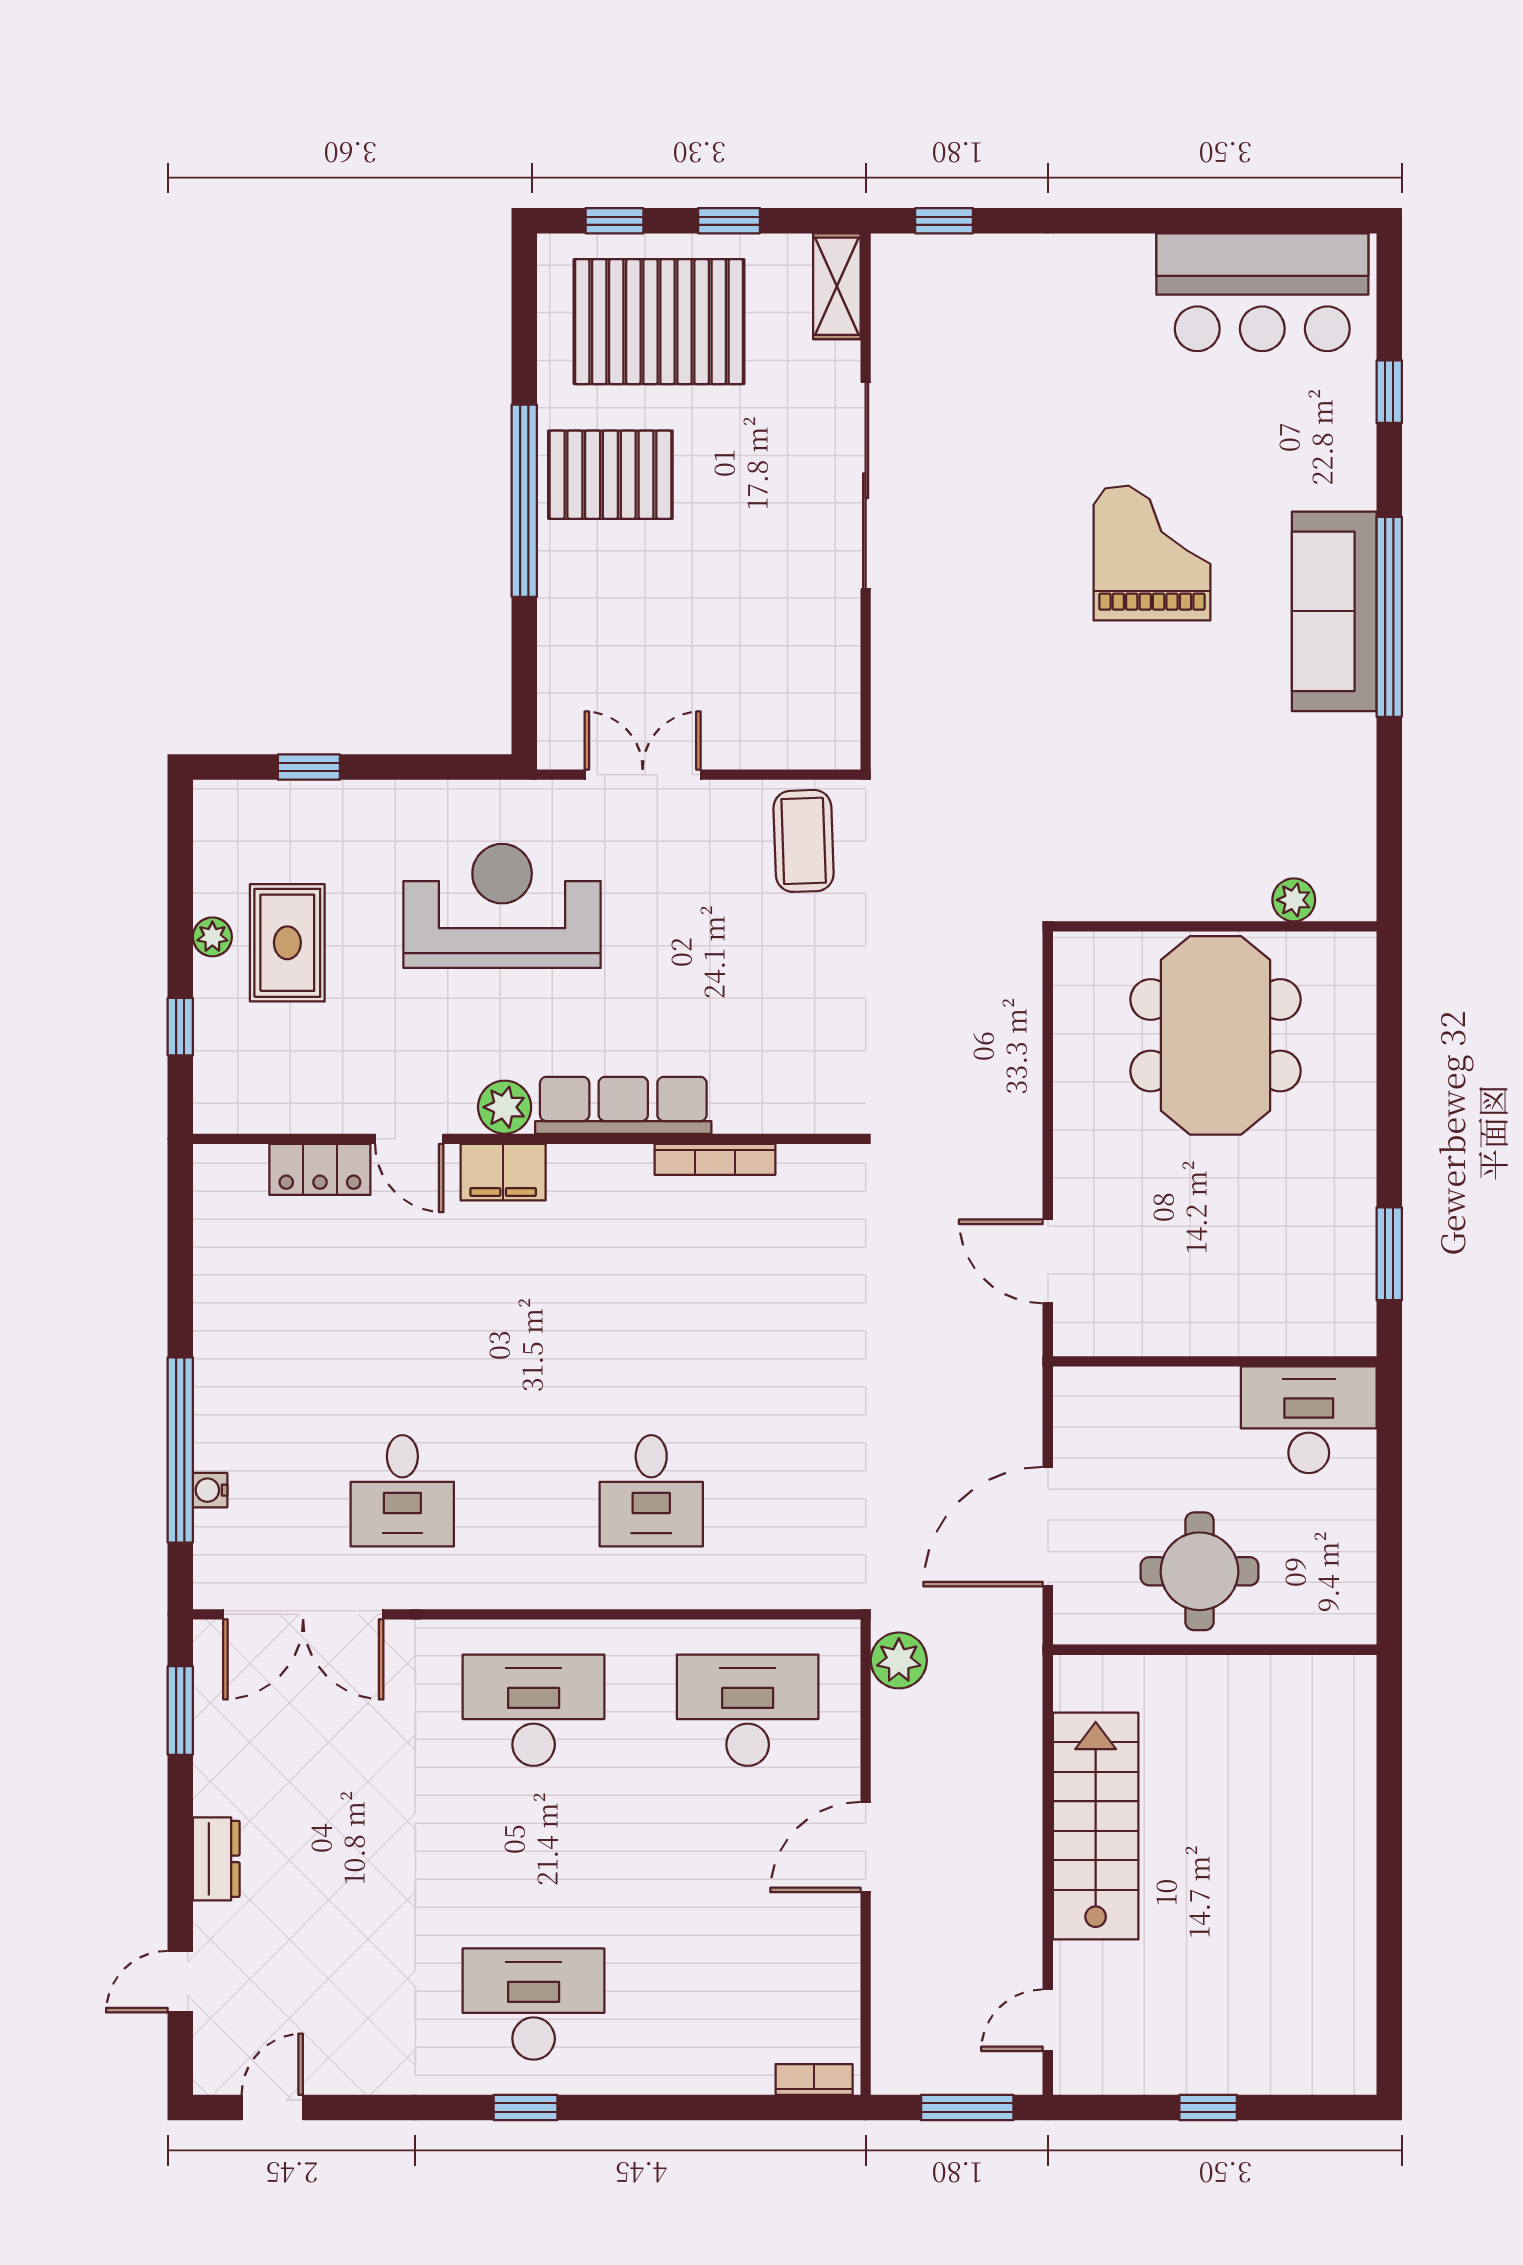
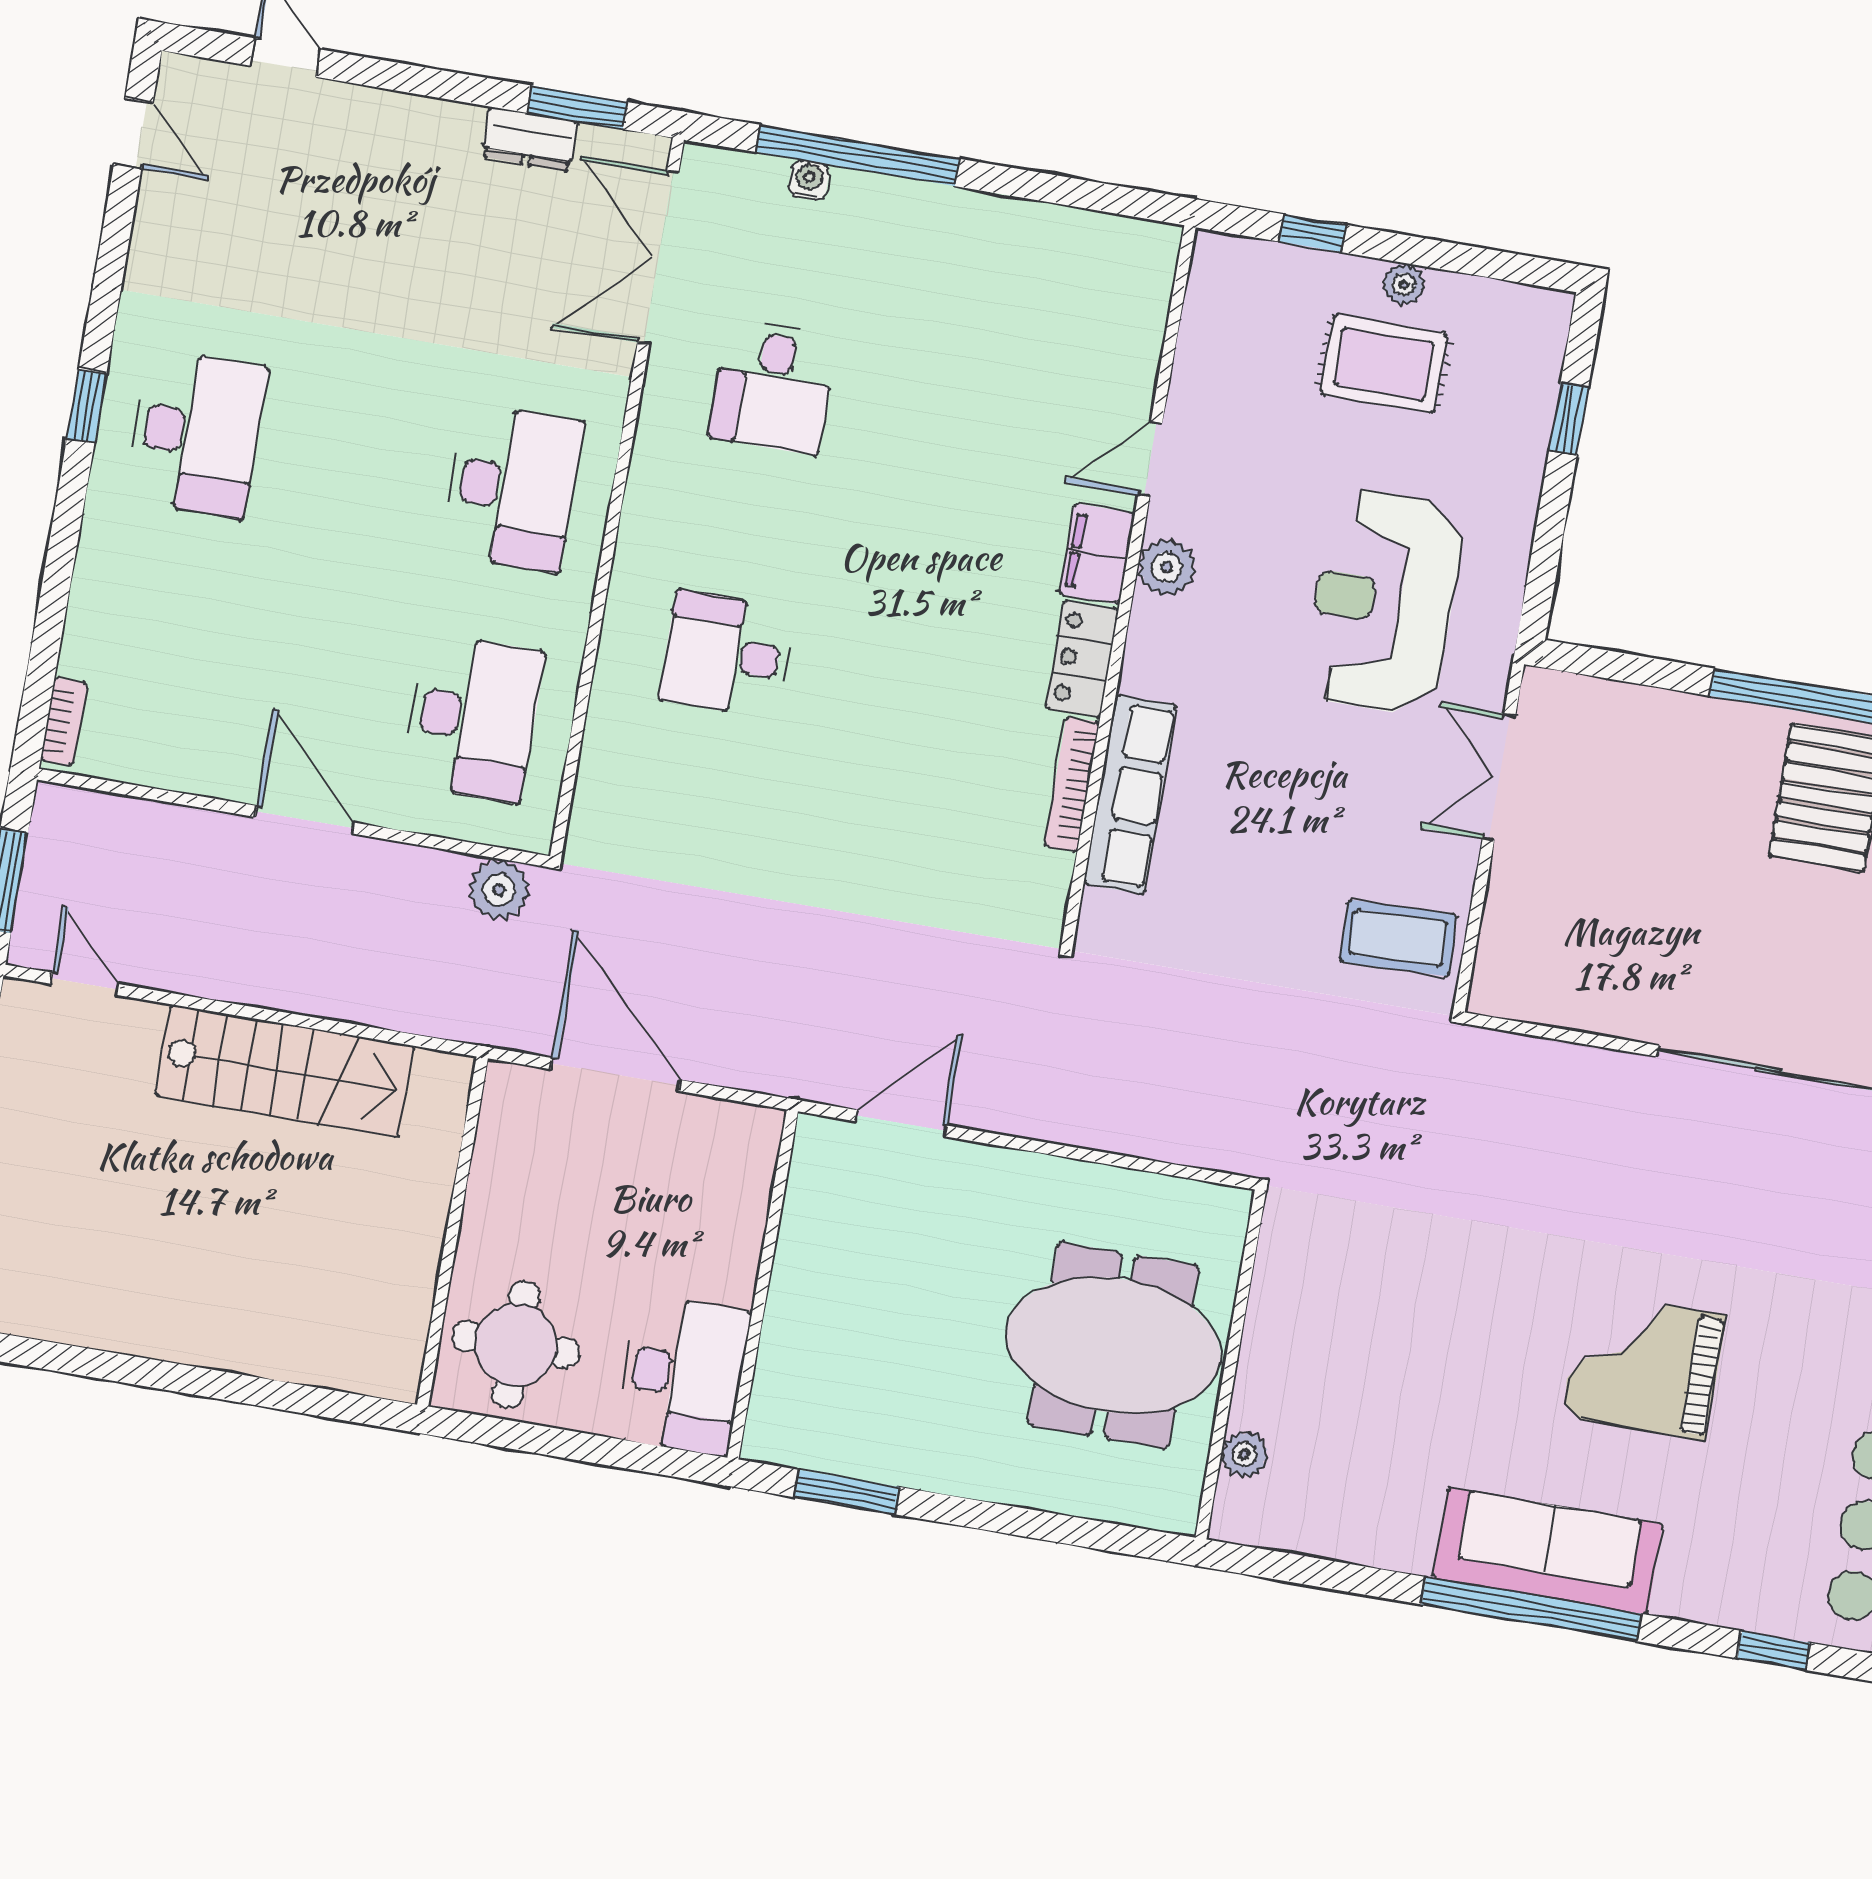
grand piano: (1152, 553) -> (1644, 1366), turned 180
double door: (643, 775) -> (1499, 777), swing flipped
reception desk: (502, 906) -> (1384, 602), turned 180
row of seats: (623, 1105) -> (1130, 795), moved
locker: (320, 1169) -> (1082, 659), moved
desk: (402, 1491) -> (773, 387), turned -90
round table: (1200, 1571) -> (516, 1345), moved
dresser: (216, 1859) -> (530, 139), moved

